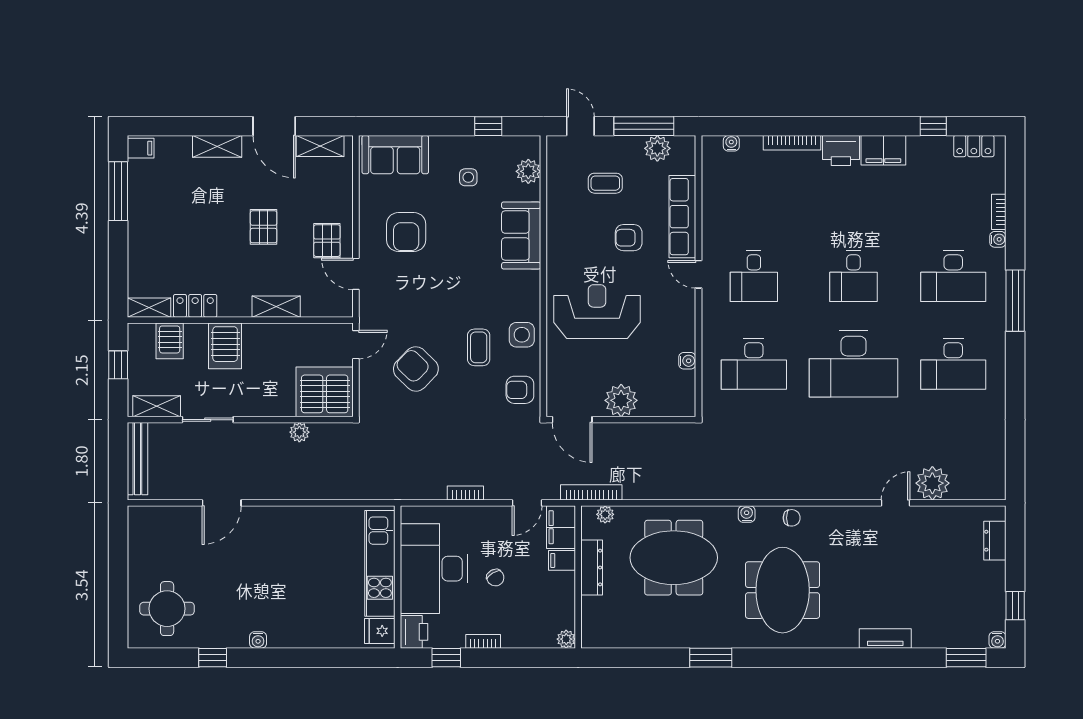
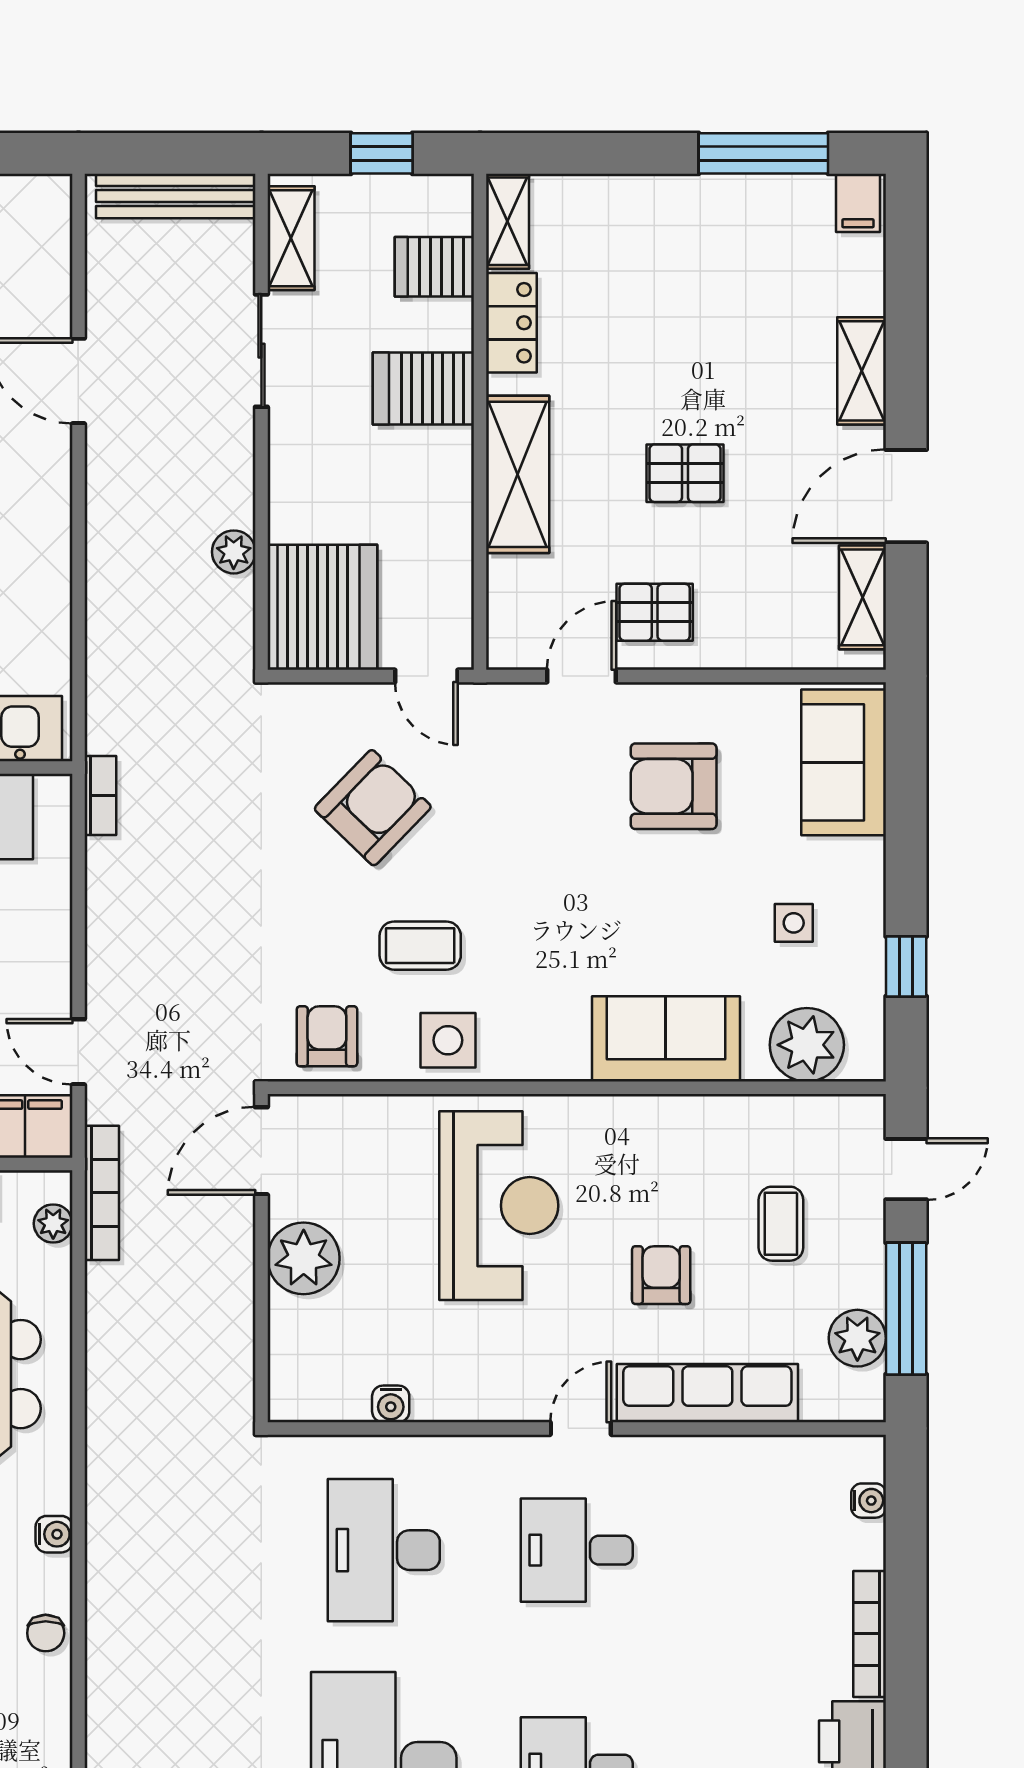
plant: (528, 171) -> (807, 1045), width x1.36, depth x1.36
shelving: (276, 307) -> (518, 474), width x1.50, depth x1.33
bookcase: (465, 493) -> (100, 796), moved

